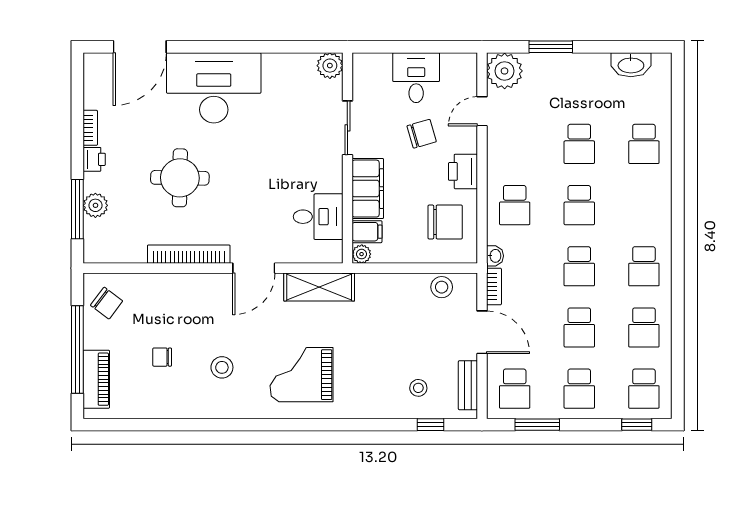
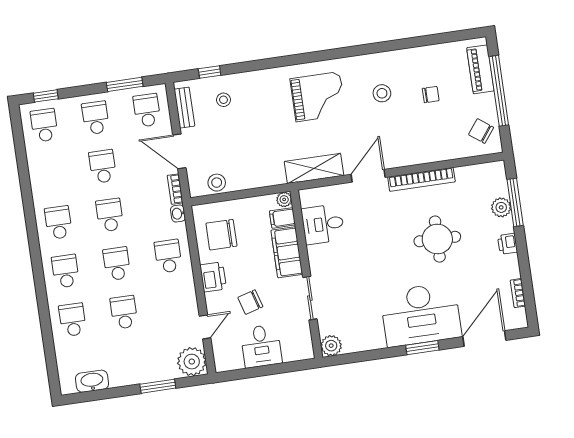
window: (218, 47) -> (422, 348), added
bookcase: (90, 128) -> (518, 293), moved
school desk: (644, 327) -> (65, 271), moved

